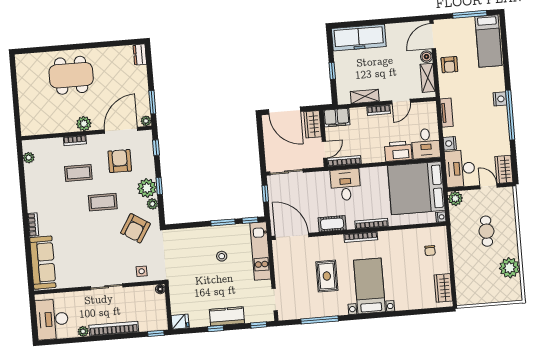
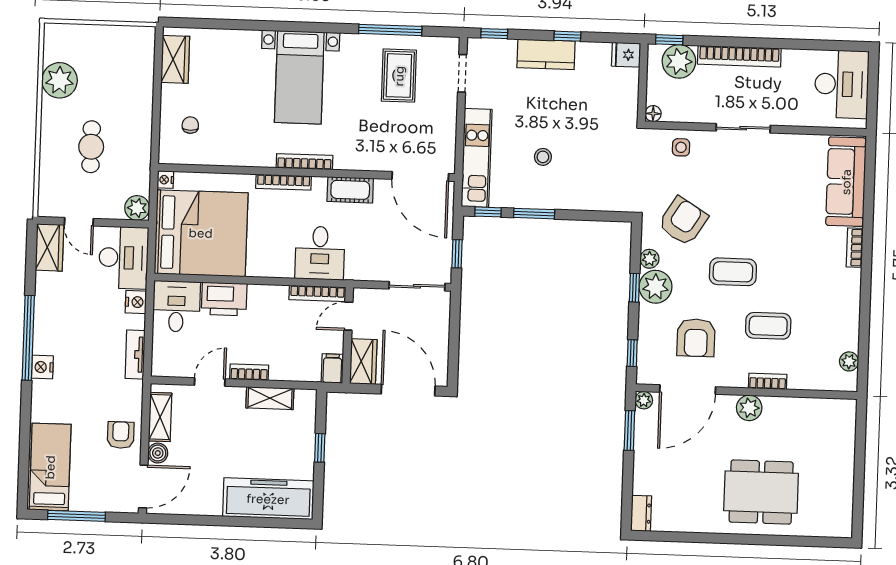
filing cabinet: (337, 118) -> (332, 368), width x0.50
rug: (327, 276) -> (399, 76), moved
plant: (83, 331) -> (679, 61), moved, width x1.87, depth x1.87

